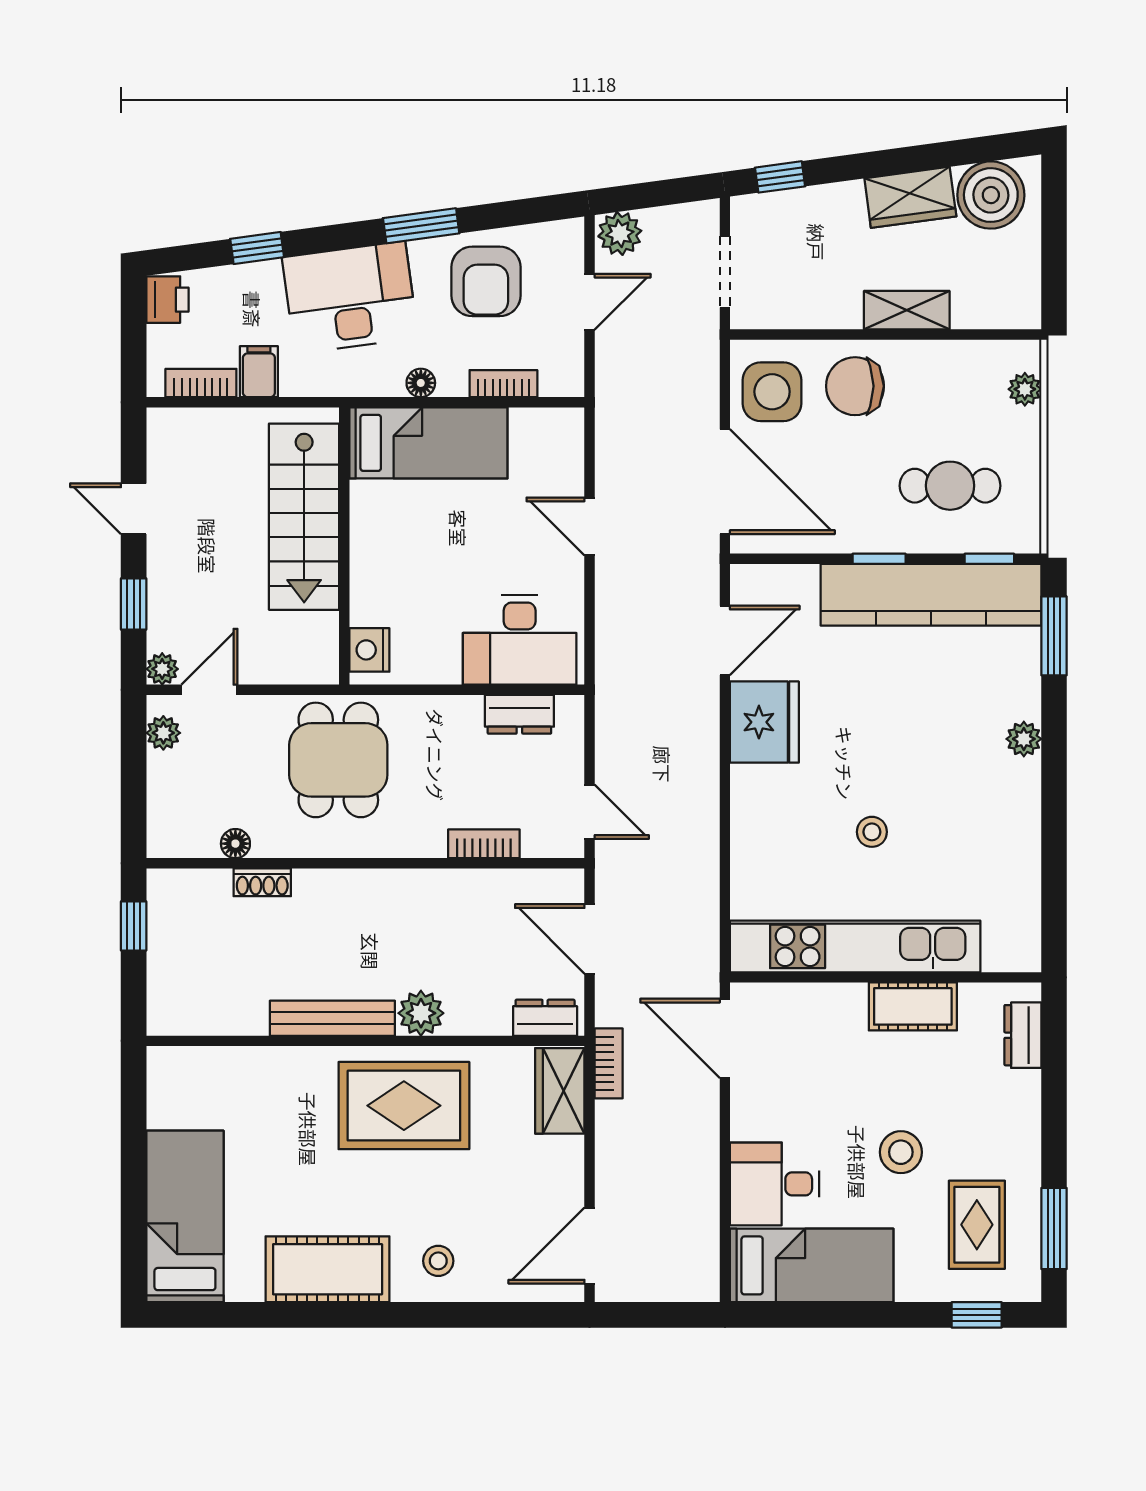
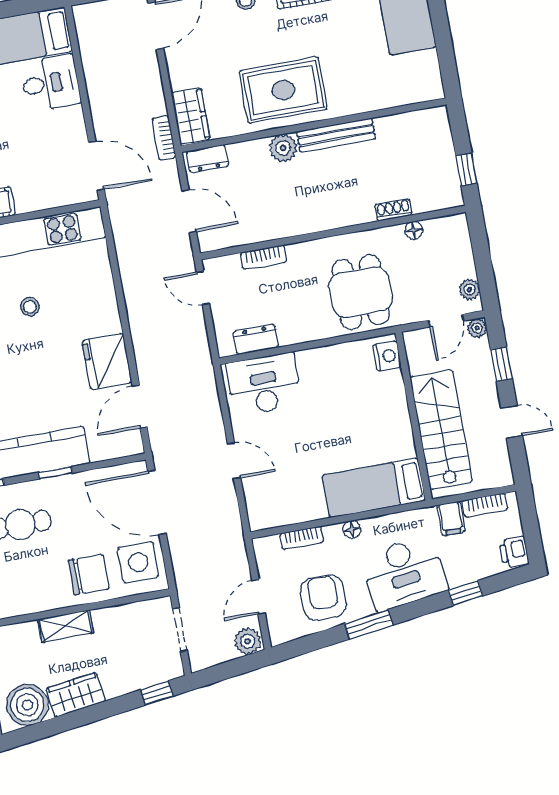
bed: (428, 443) -> (374, 488), moved
stairs: (304, 517) -> (441, 430), moved
wall: (344, 546) -> (414, 416), moved
nightstand: (369, 650) -> (387, 356), moved

